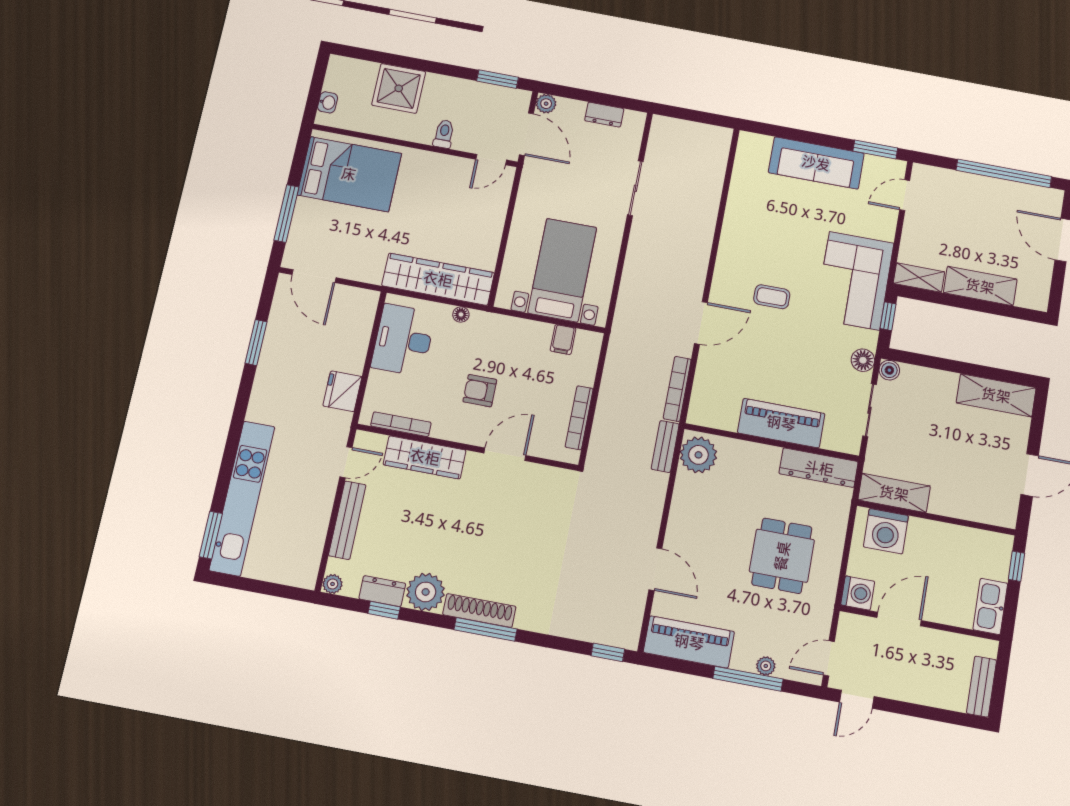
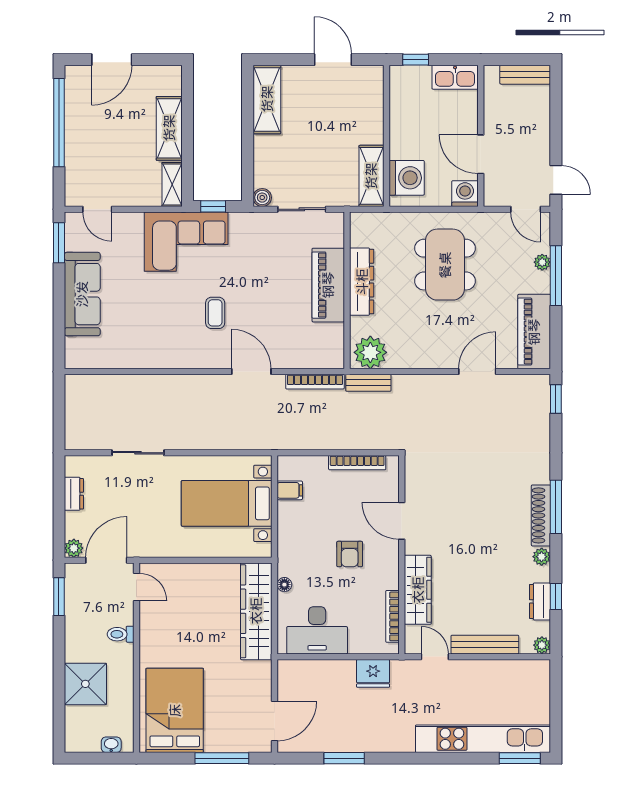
floor lamp: (863, 360) -> (258, 222), removed
dresser: (819, 468) -> (362, 282), moved
dining table: (782, 556) -> (445, 265), width x1.38
plant: (426, 592) -> (542, 557), width x0.53, depth x0.53

